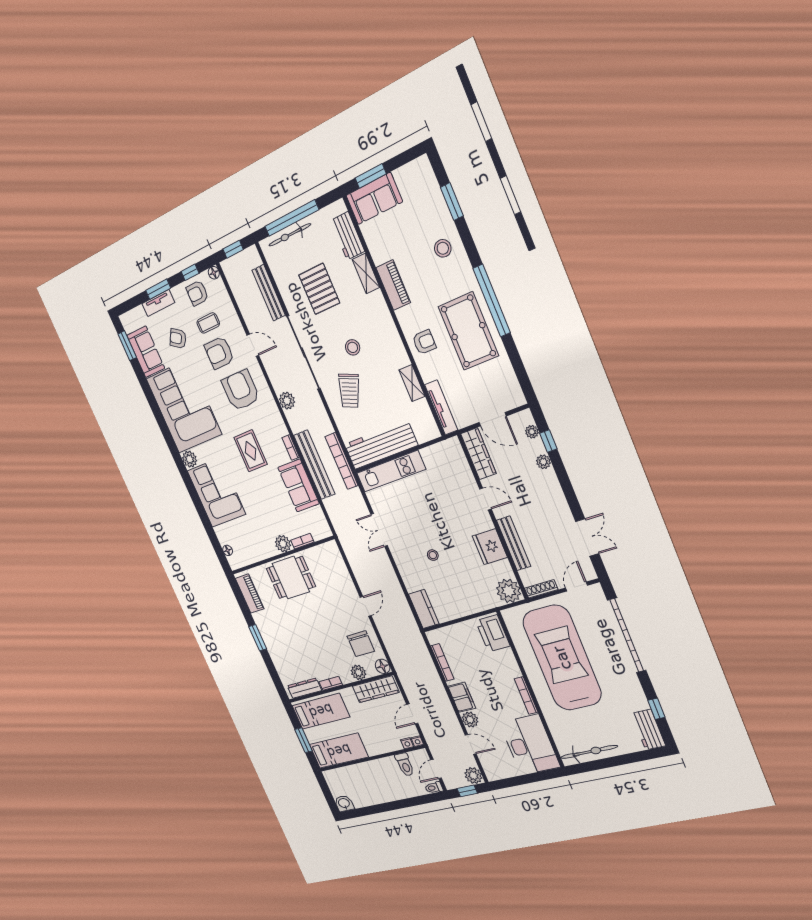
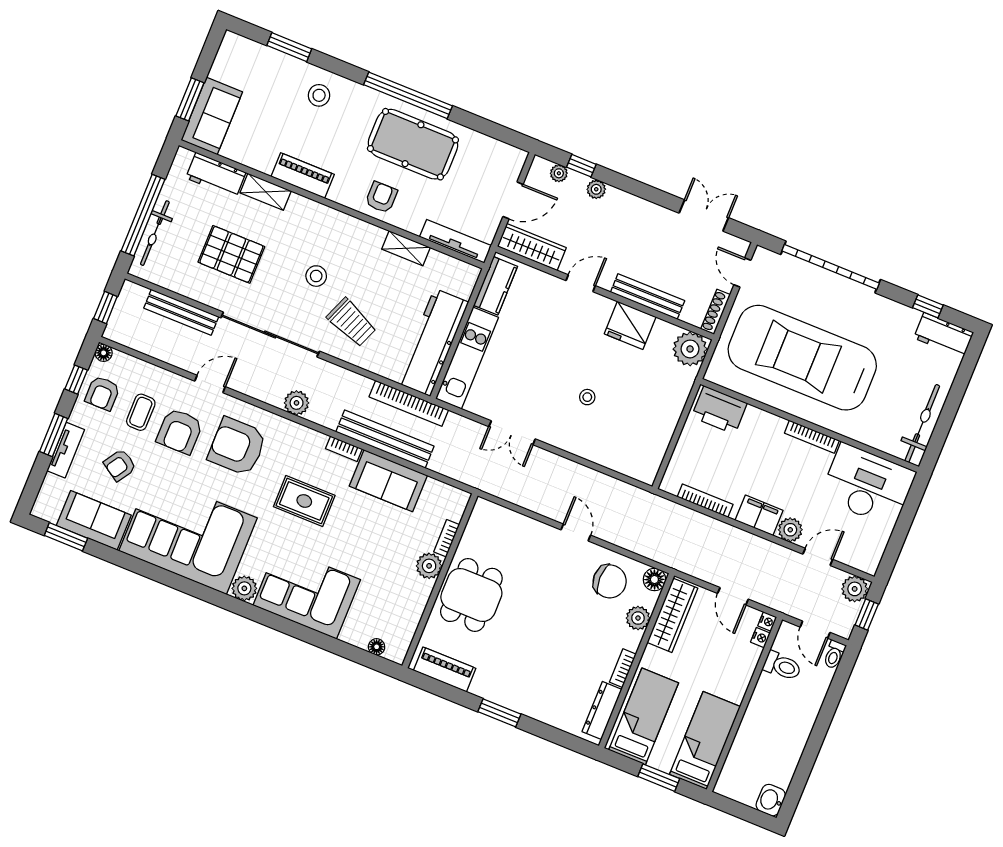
kitchen counter: (424, 609) -> (496, 286), moved, turned 90

